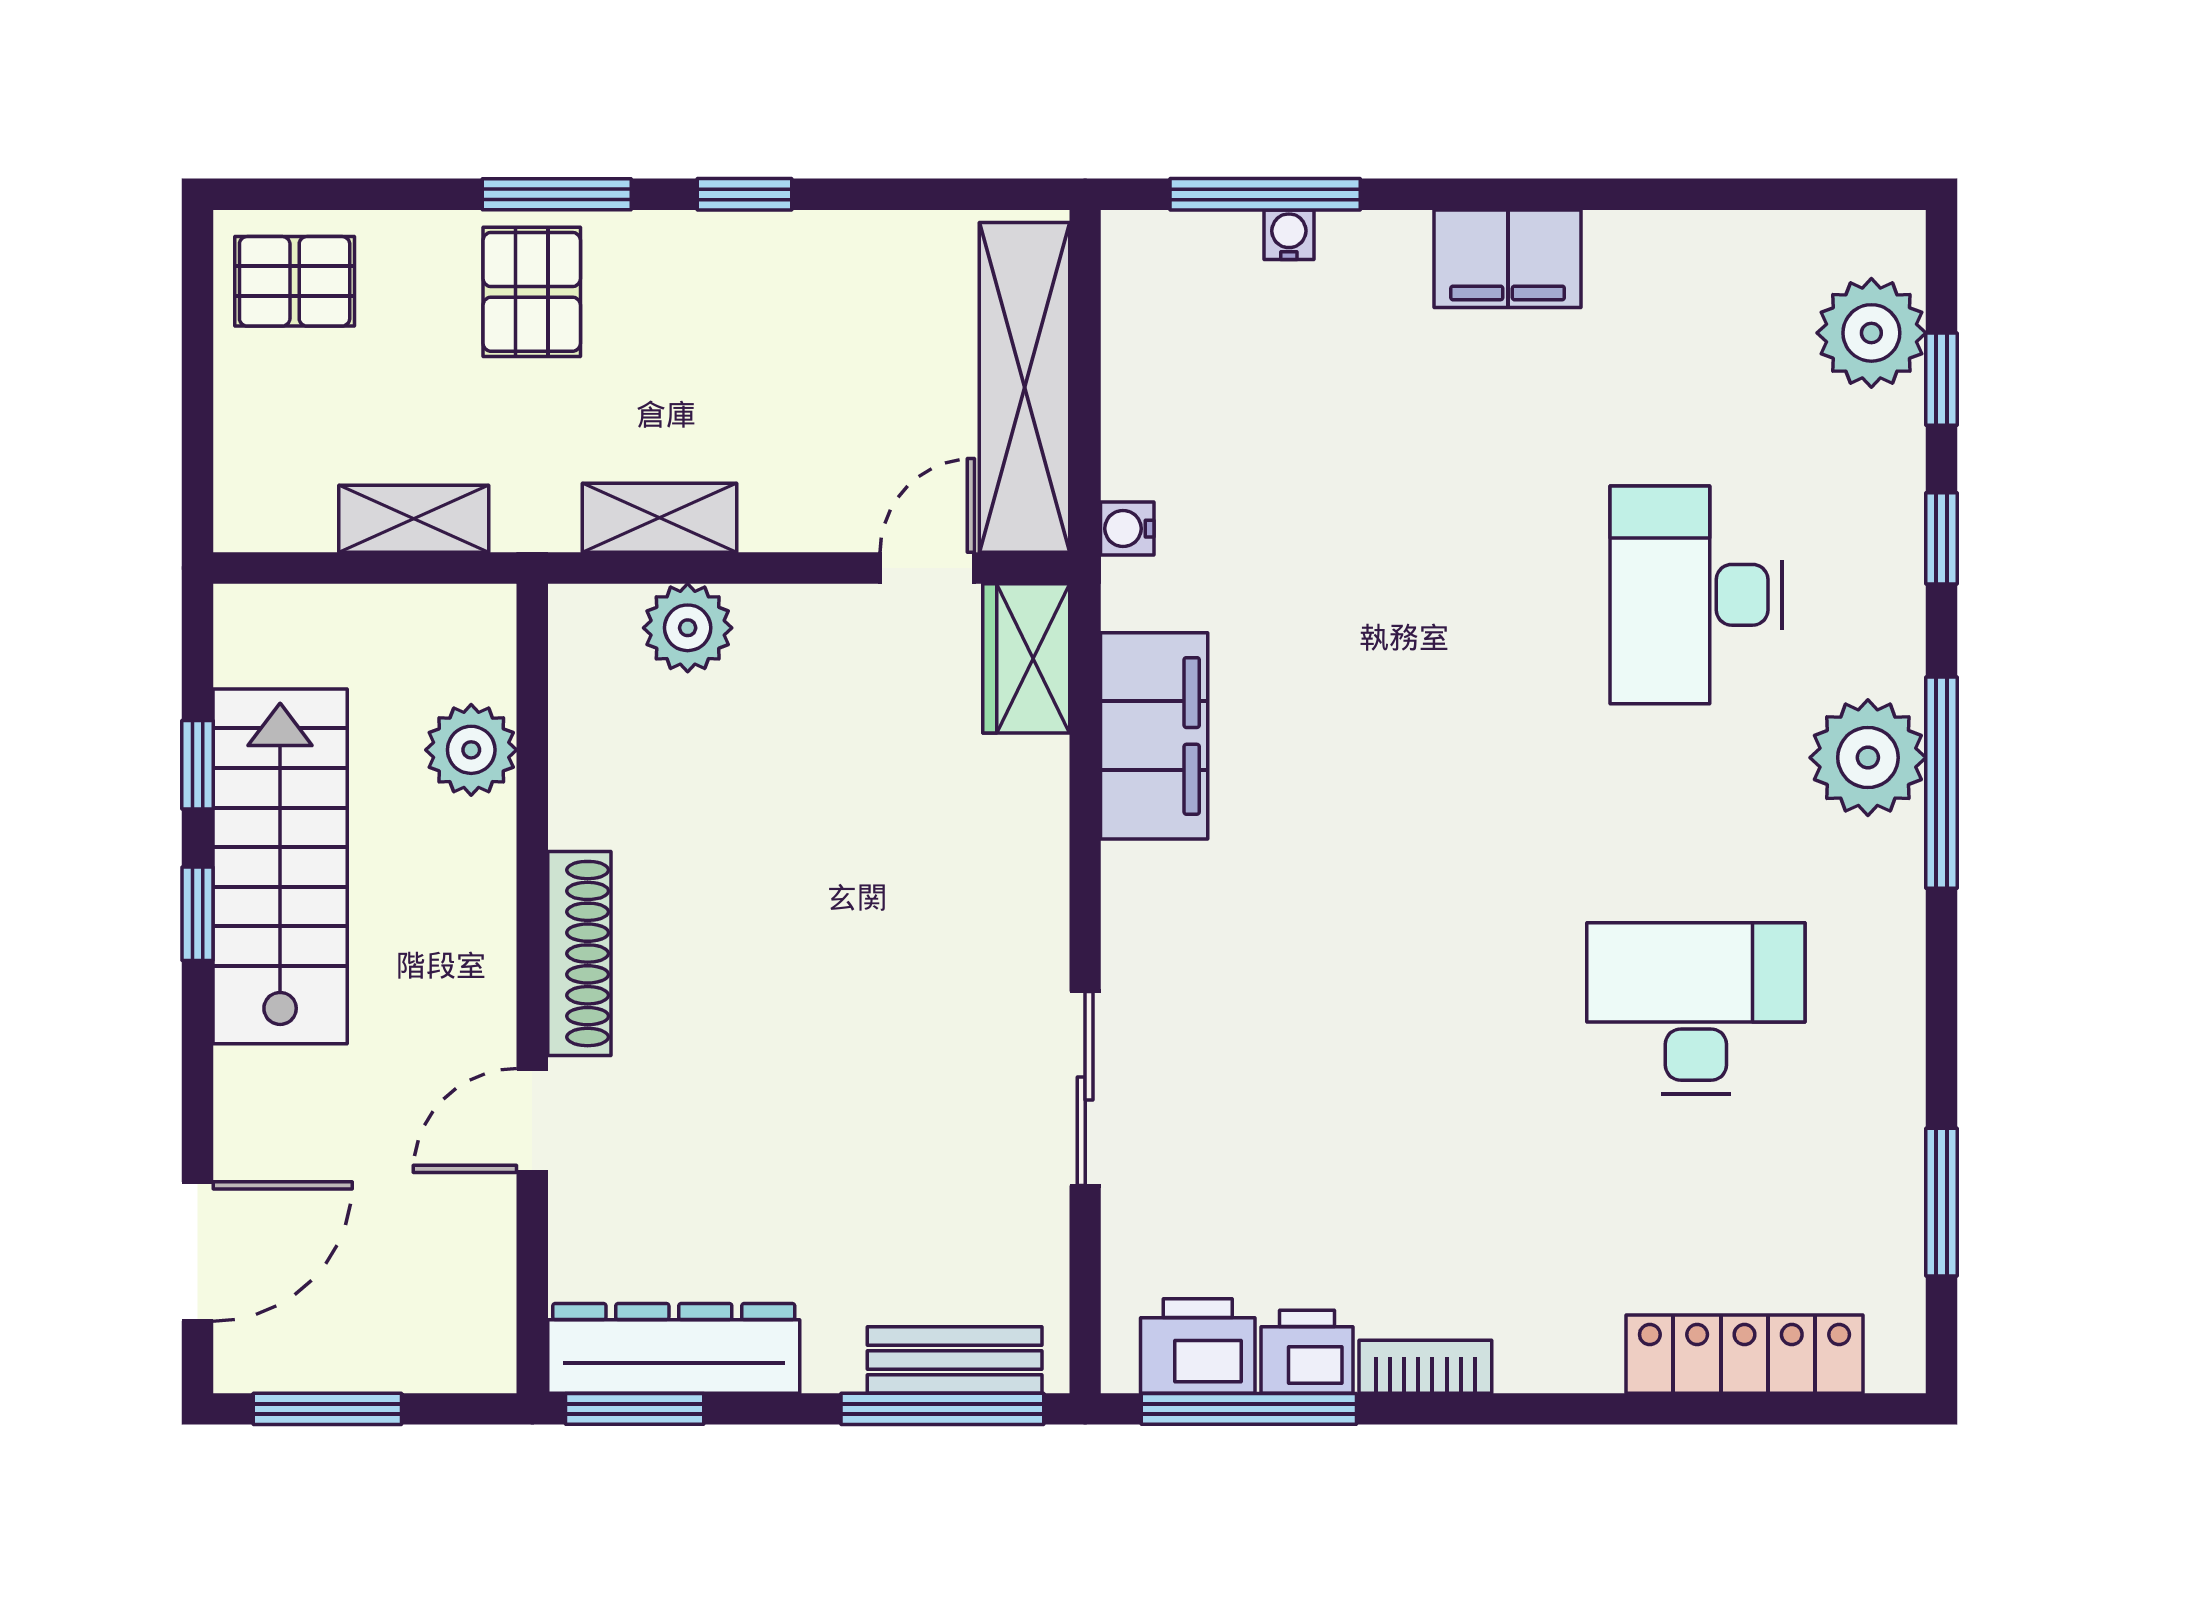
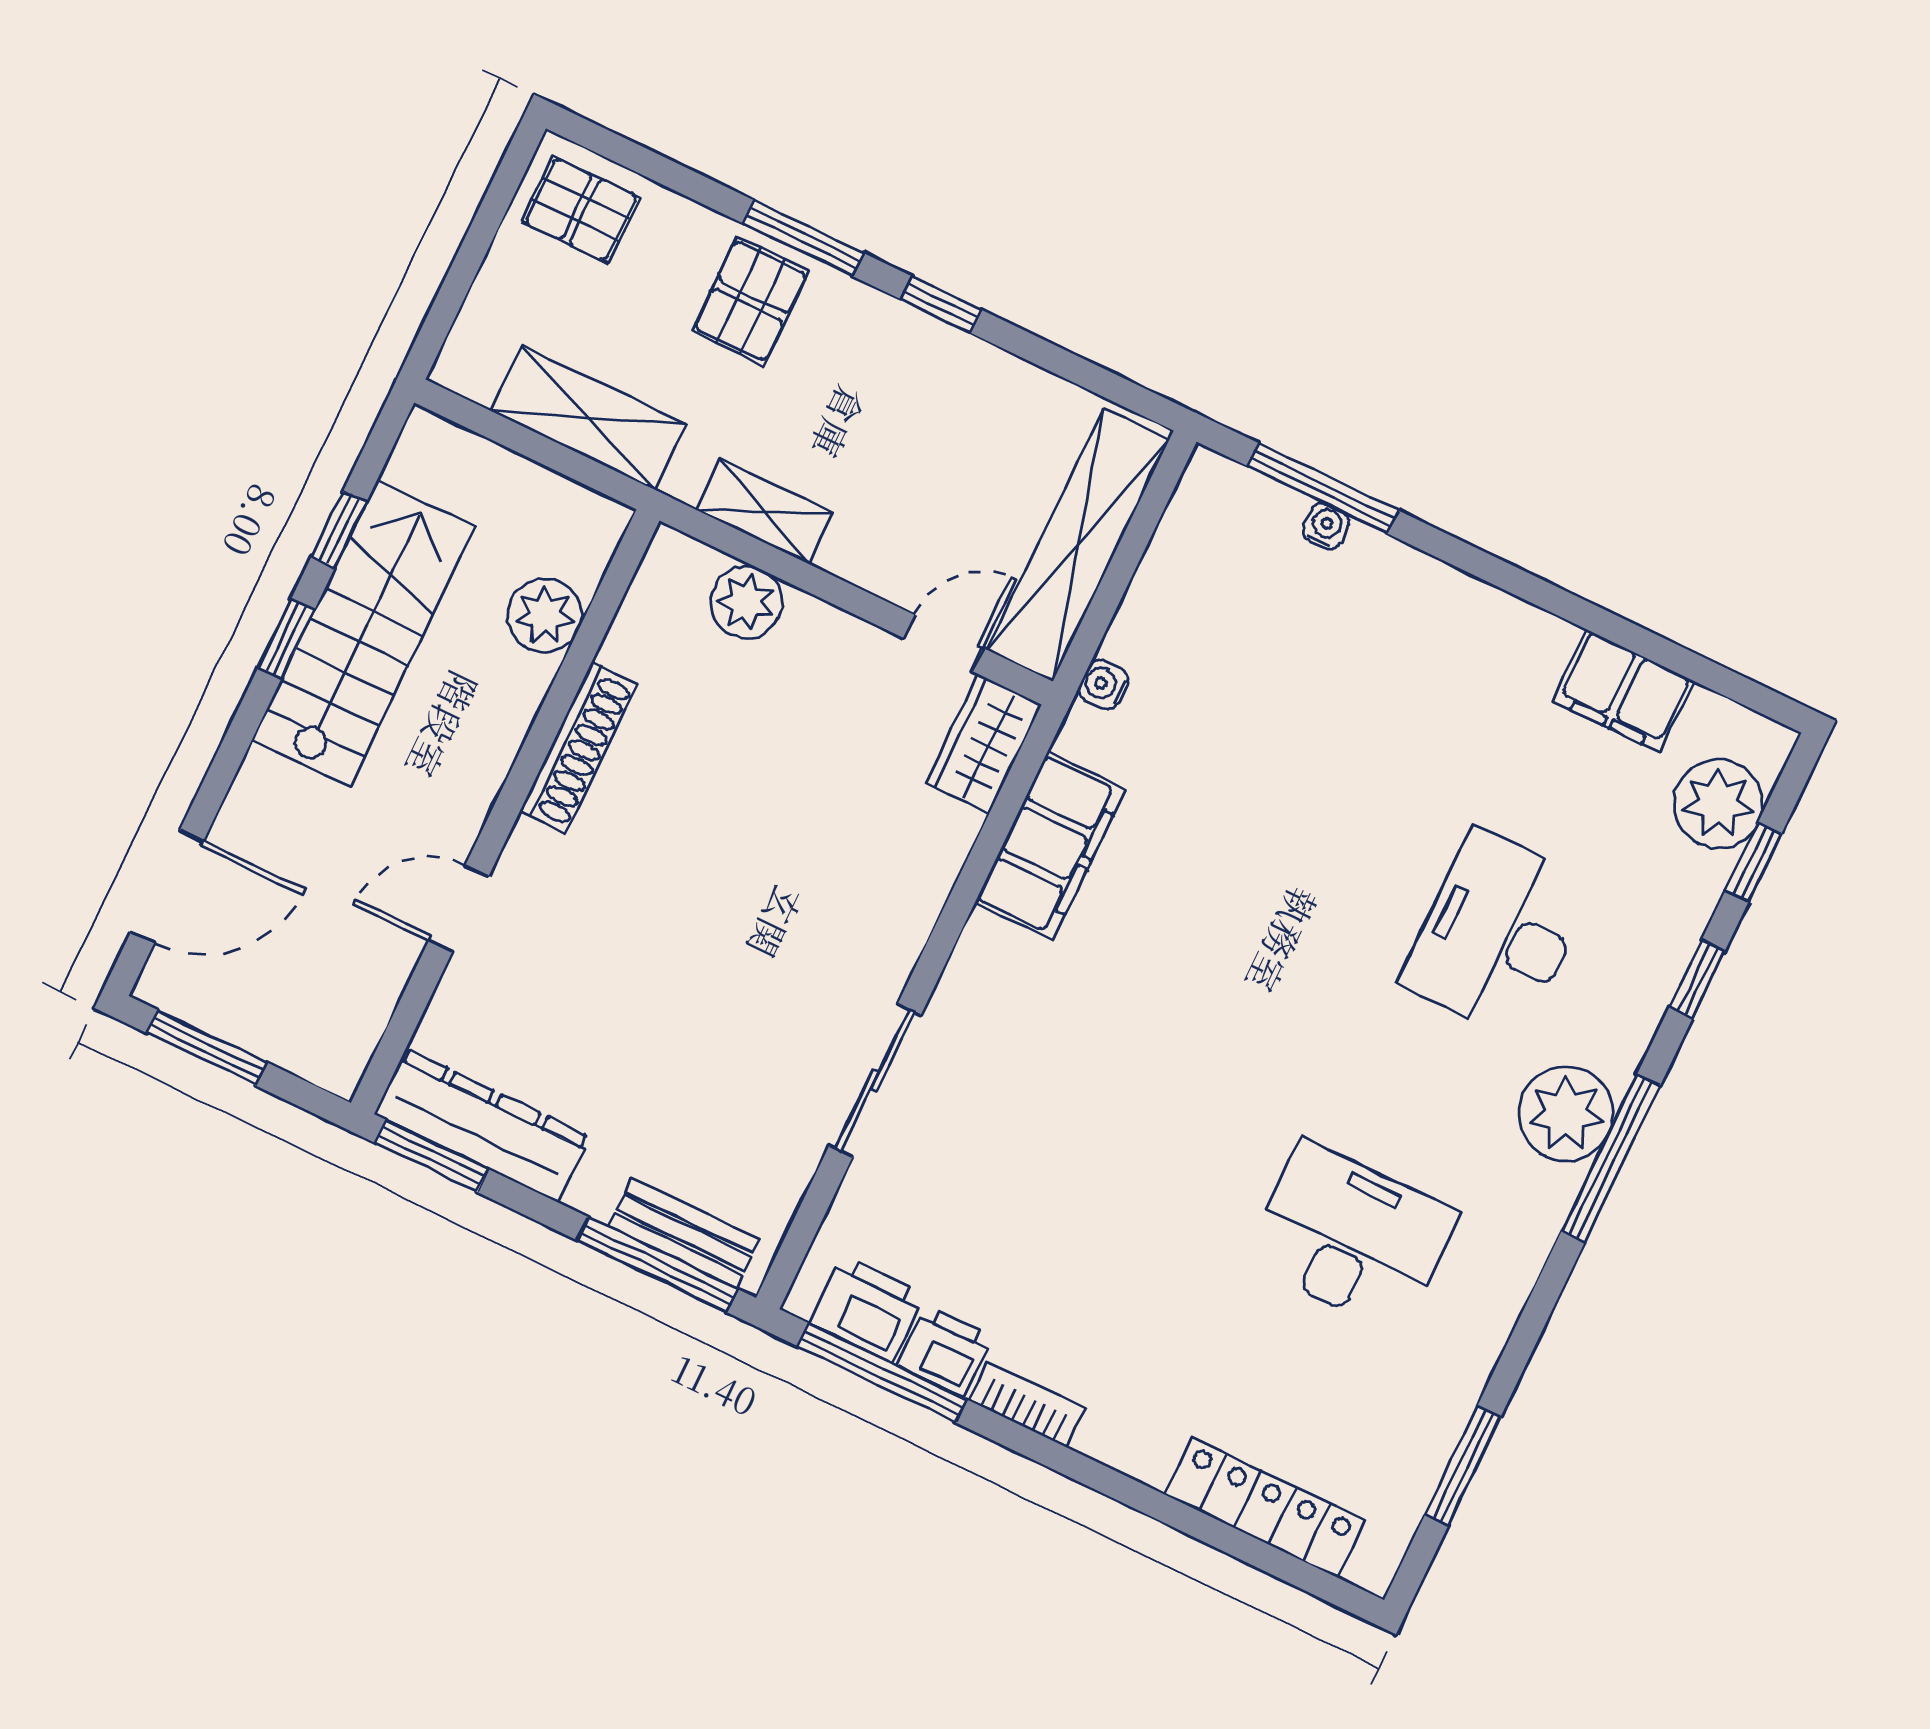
filing cabinet: (1508, 259) -> (1623, 691), moved
shelving: (414, 519) -> (588, 417), width x1.50, depth x1.33
shoe rack: (579, 954) -> (579, 748), moved

